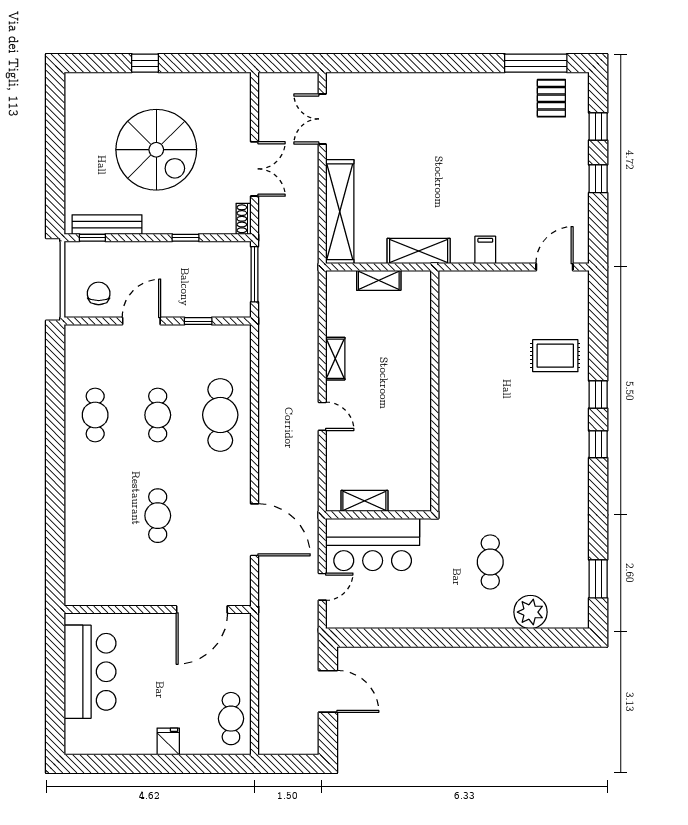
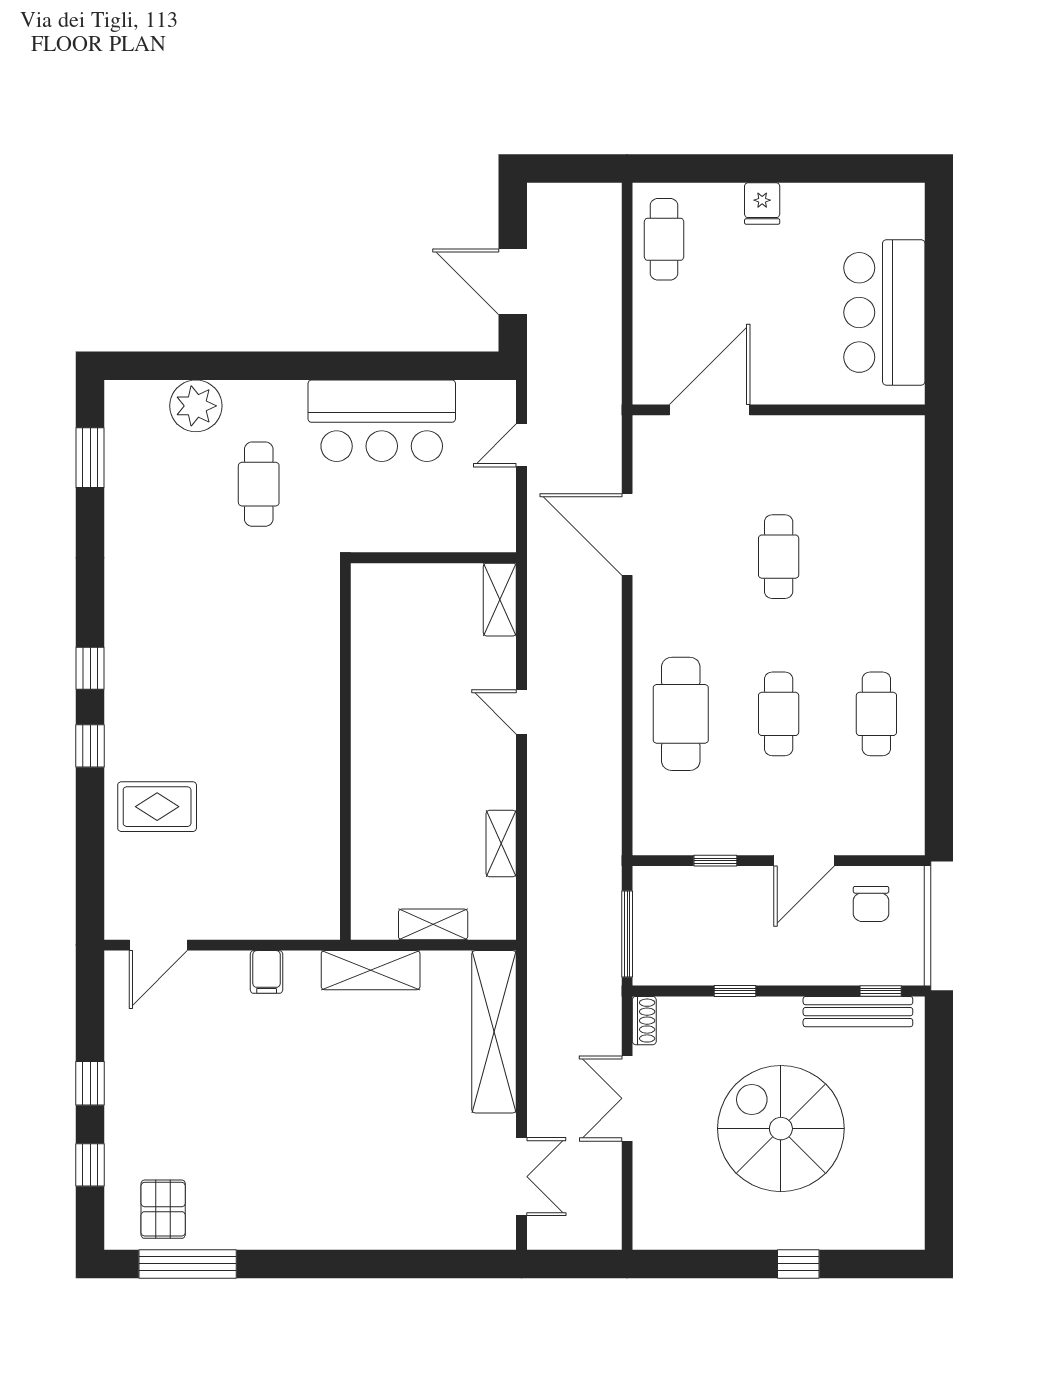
shelving: (335, 359) -> (501, 843), moved
shelving: (364, 501) -> (500, 600), moved, turned 90
bar counter: (373, 544) -> (382, 421), moved, turned 180

